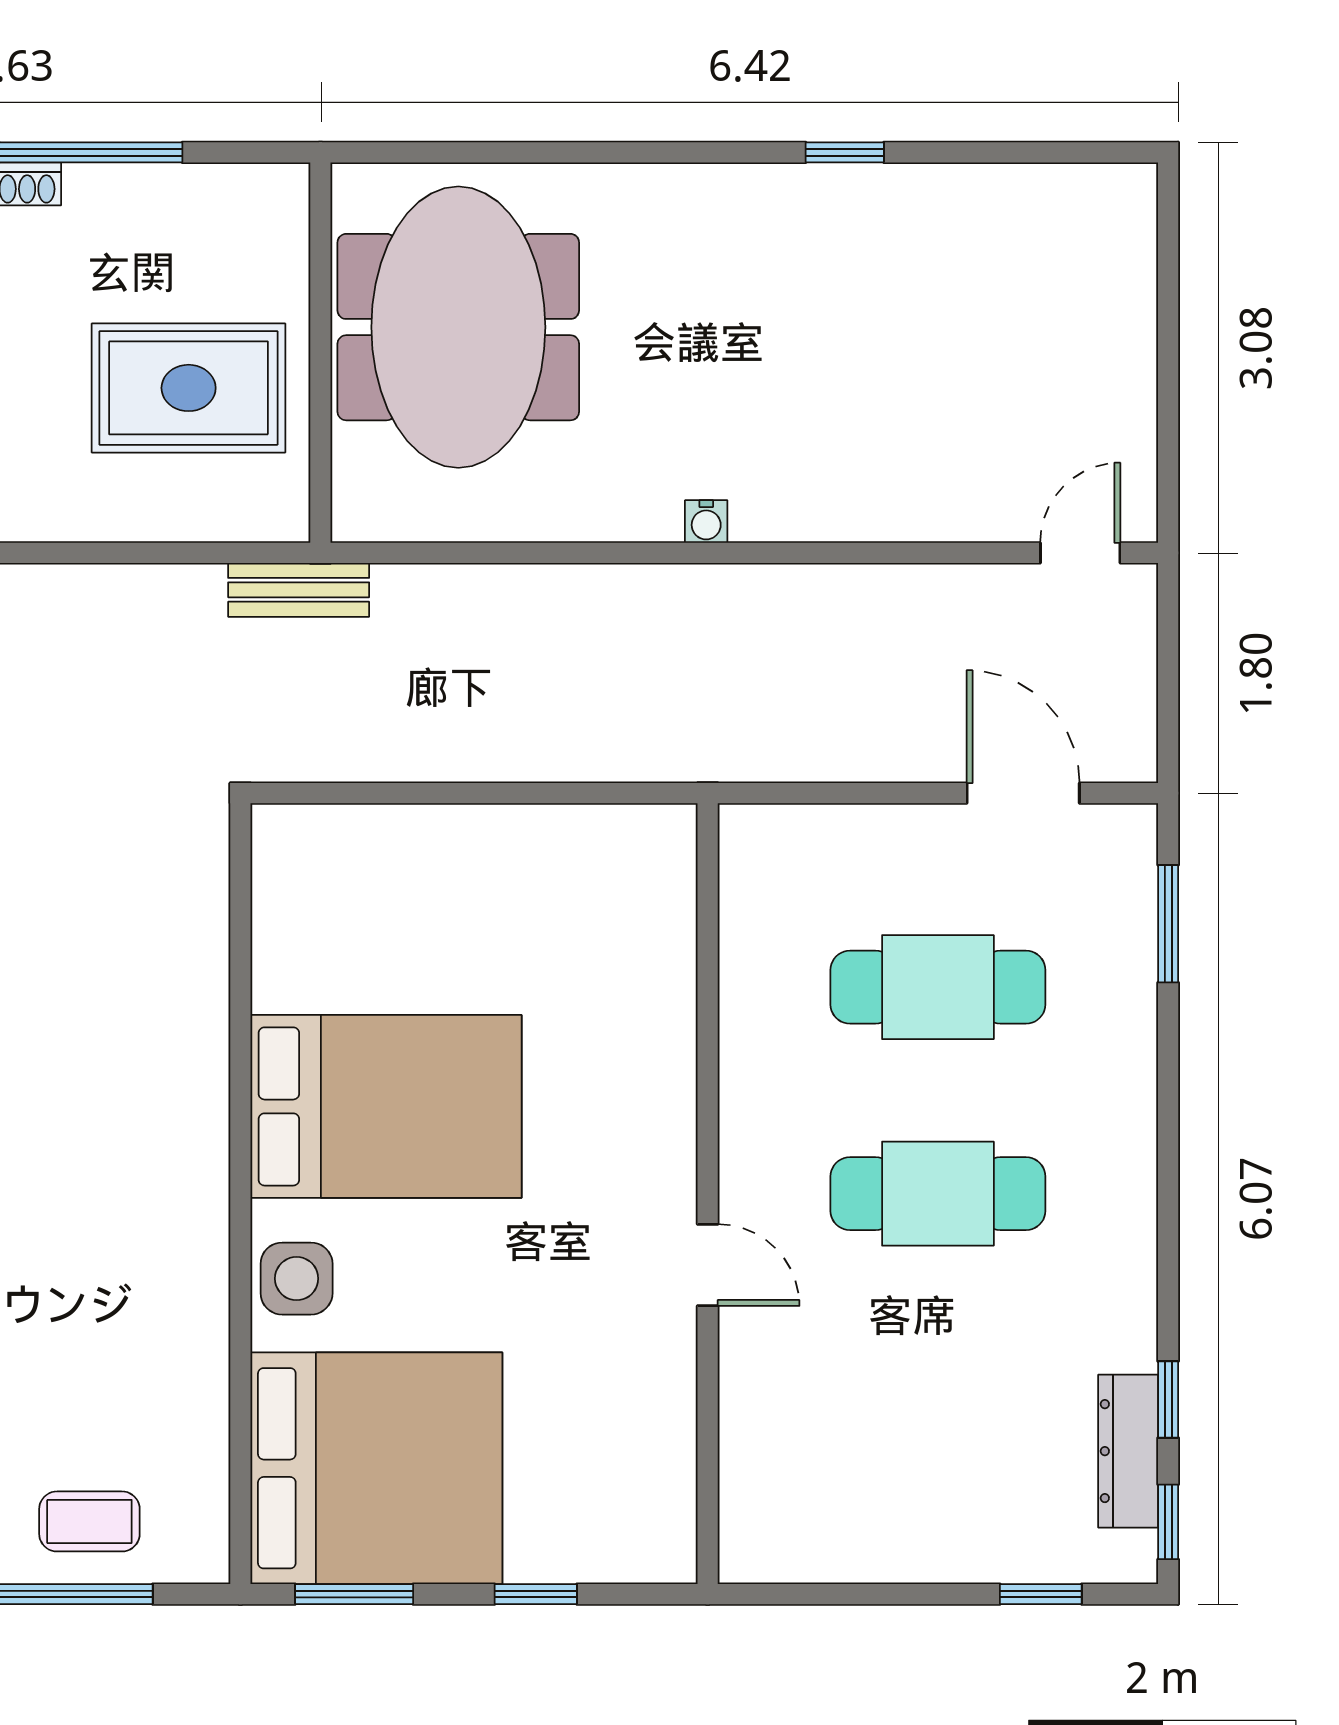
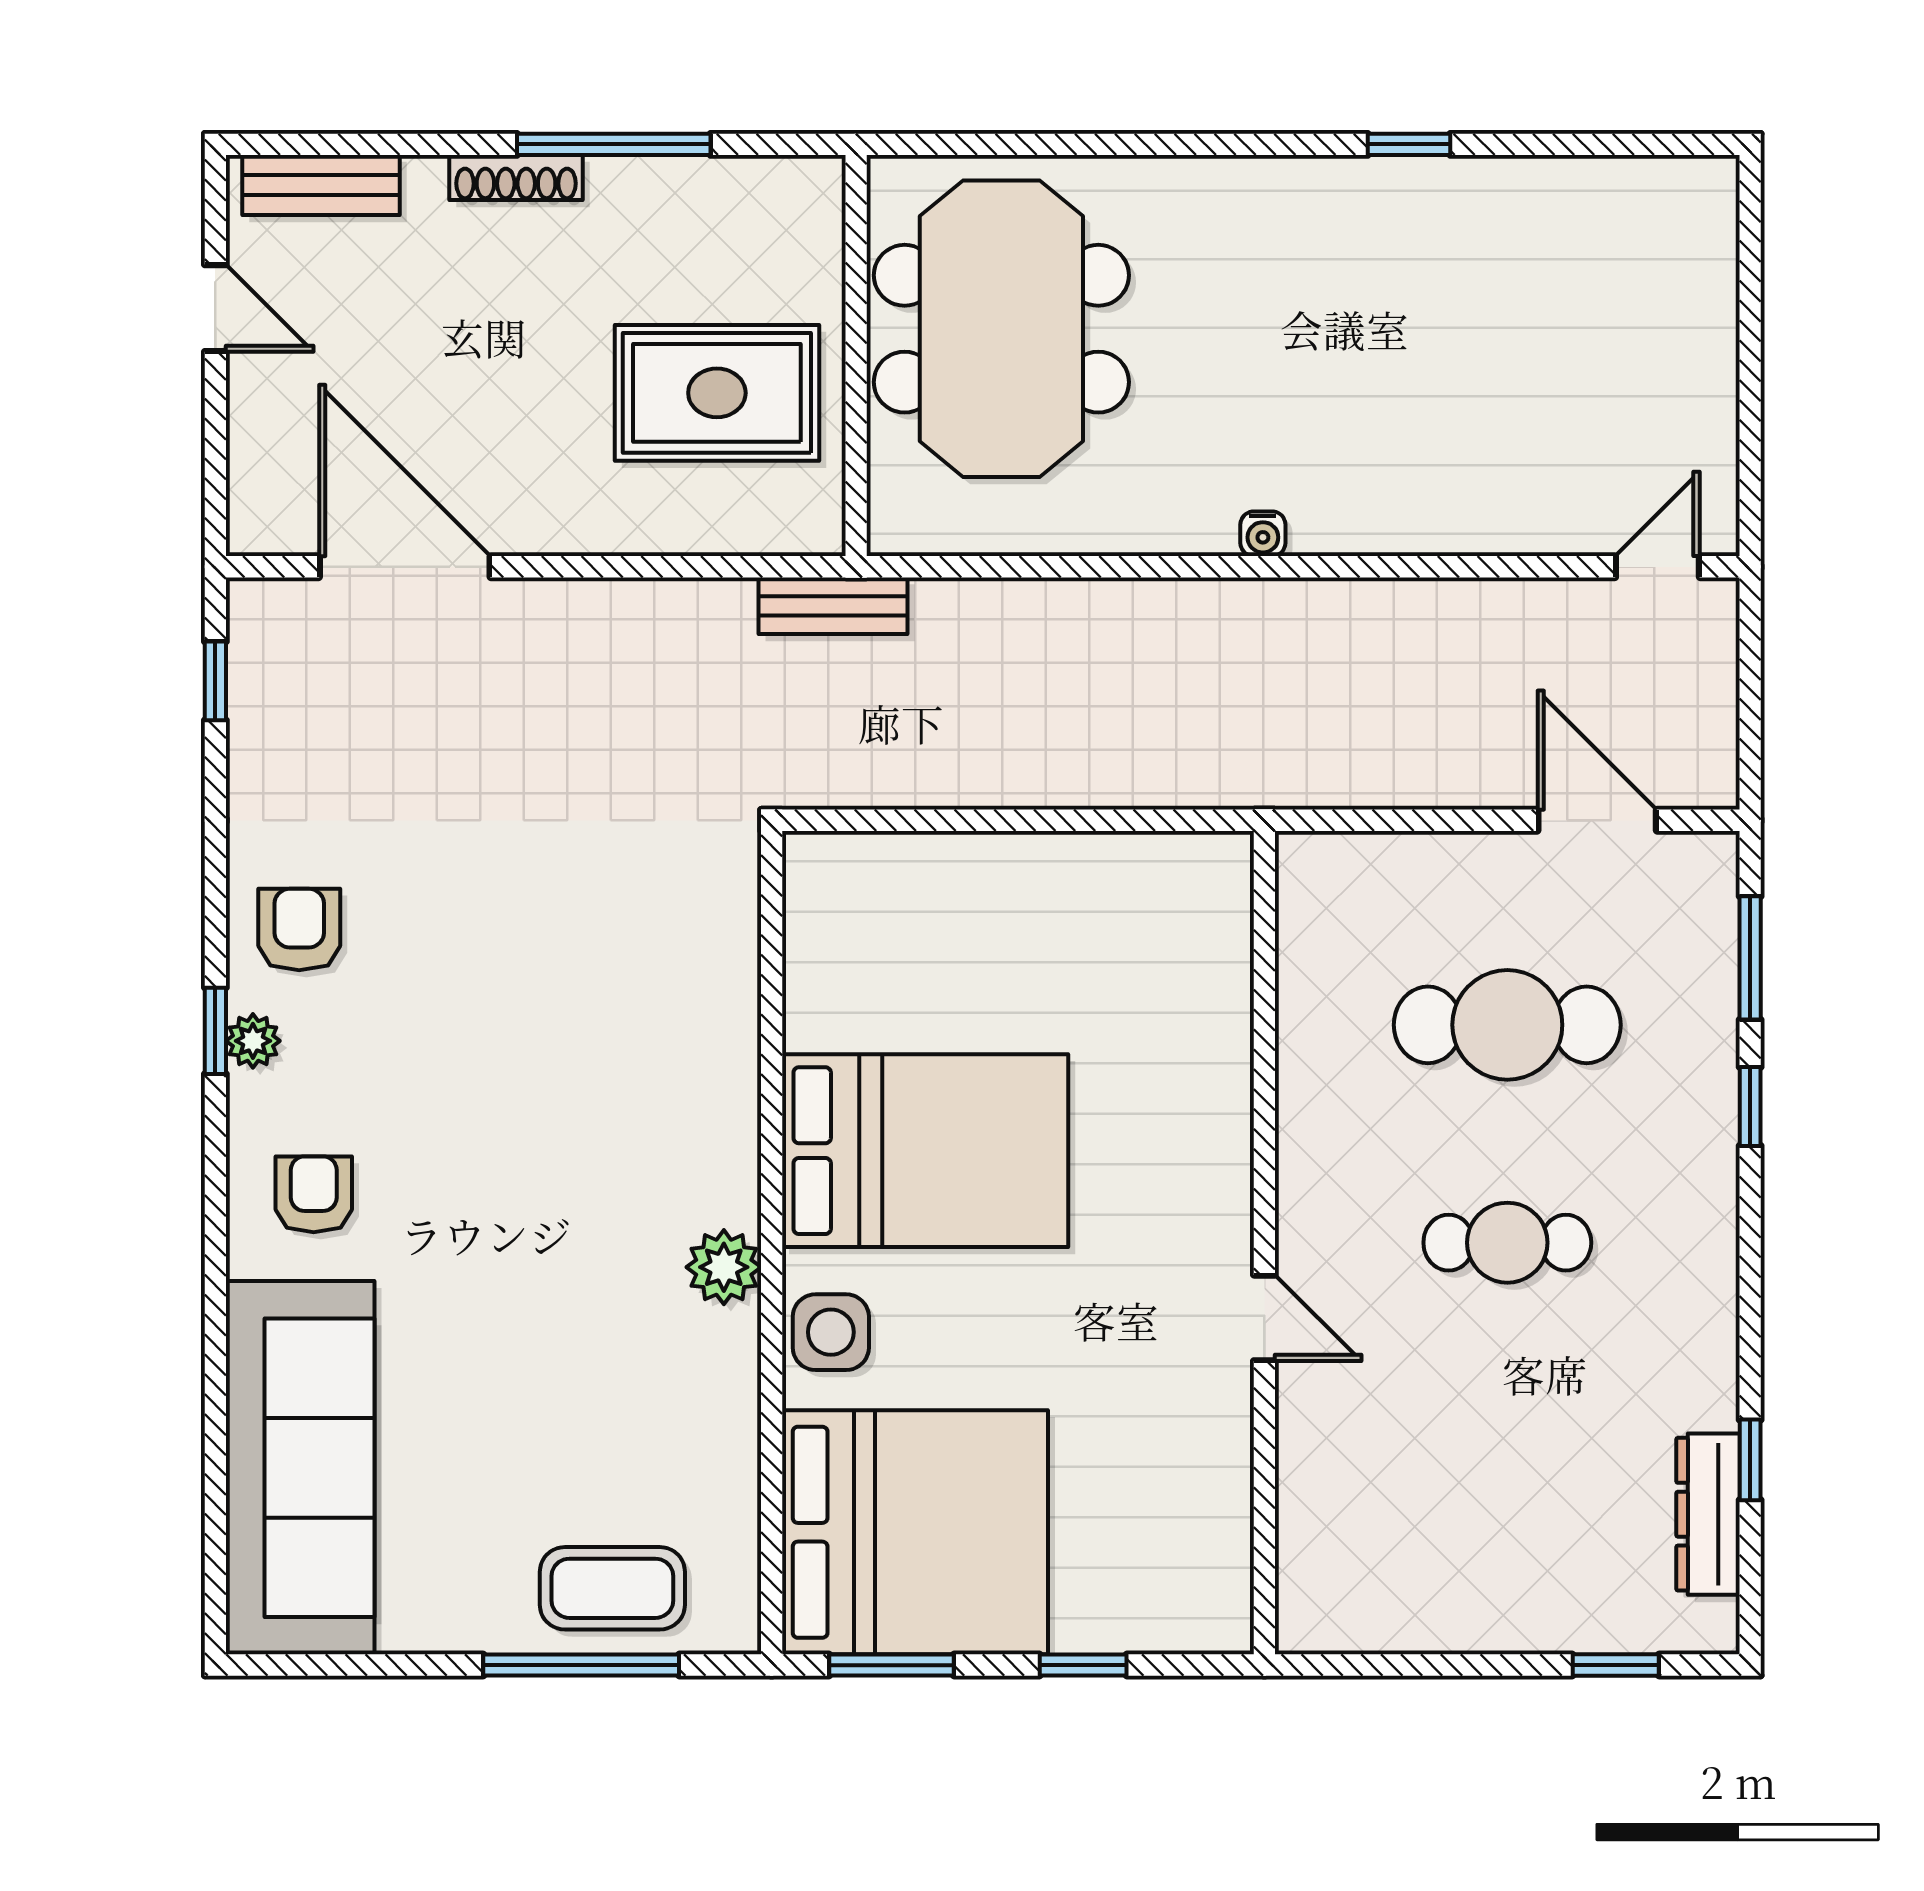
cafe table: (938, 1194) -> (1507, 1243), width x0.73, depth x0.74
plant: (195, 1217) -> (724, 1267), added
coffee table: (89, 1521) -> (612, 1588), width x1.36, depth x1.30
window: (1168, 1522) -> (1750, 1106), moved

